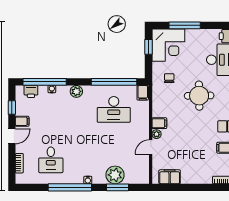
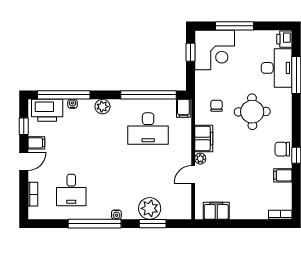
chair: (169, 78) -> (216, 106), moved
printer: (31, 92) -> (47, 110), width x1.87, depth x1.48
filing cabinet: (159, 123) -> (204, 139), width x2.00

